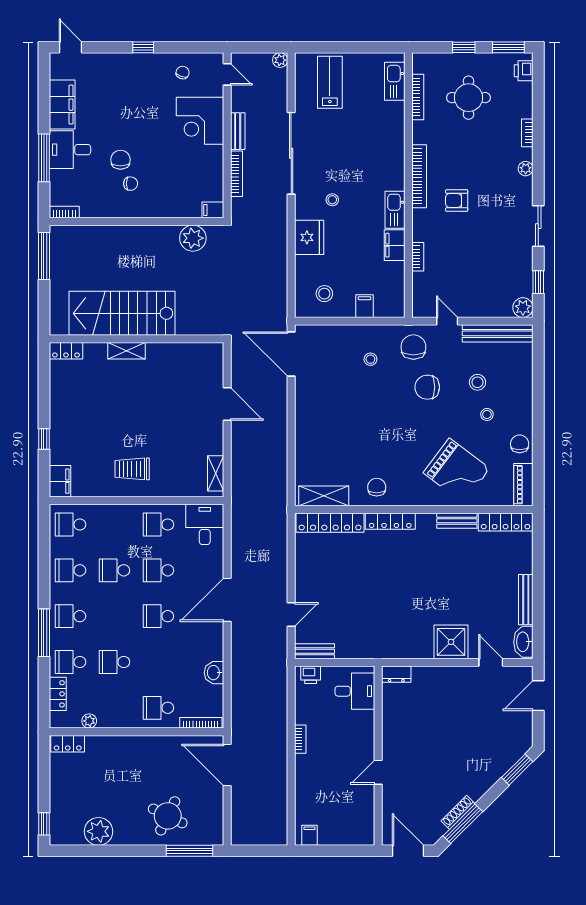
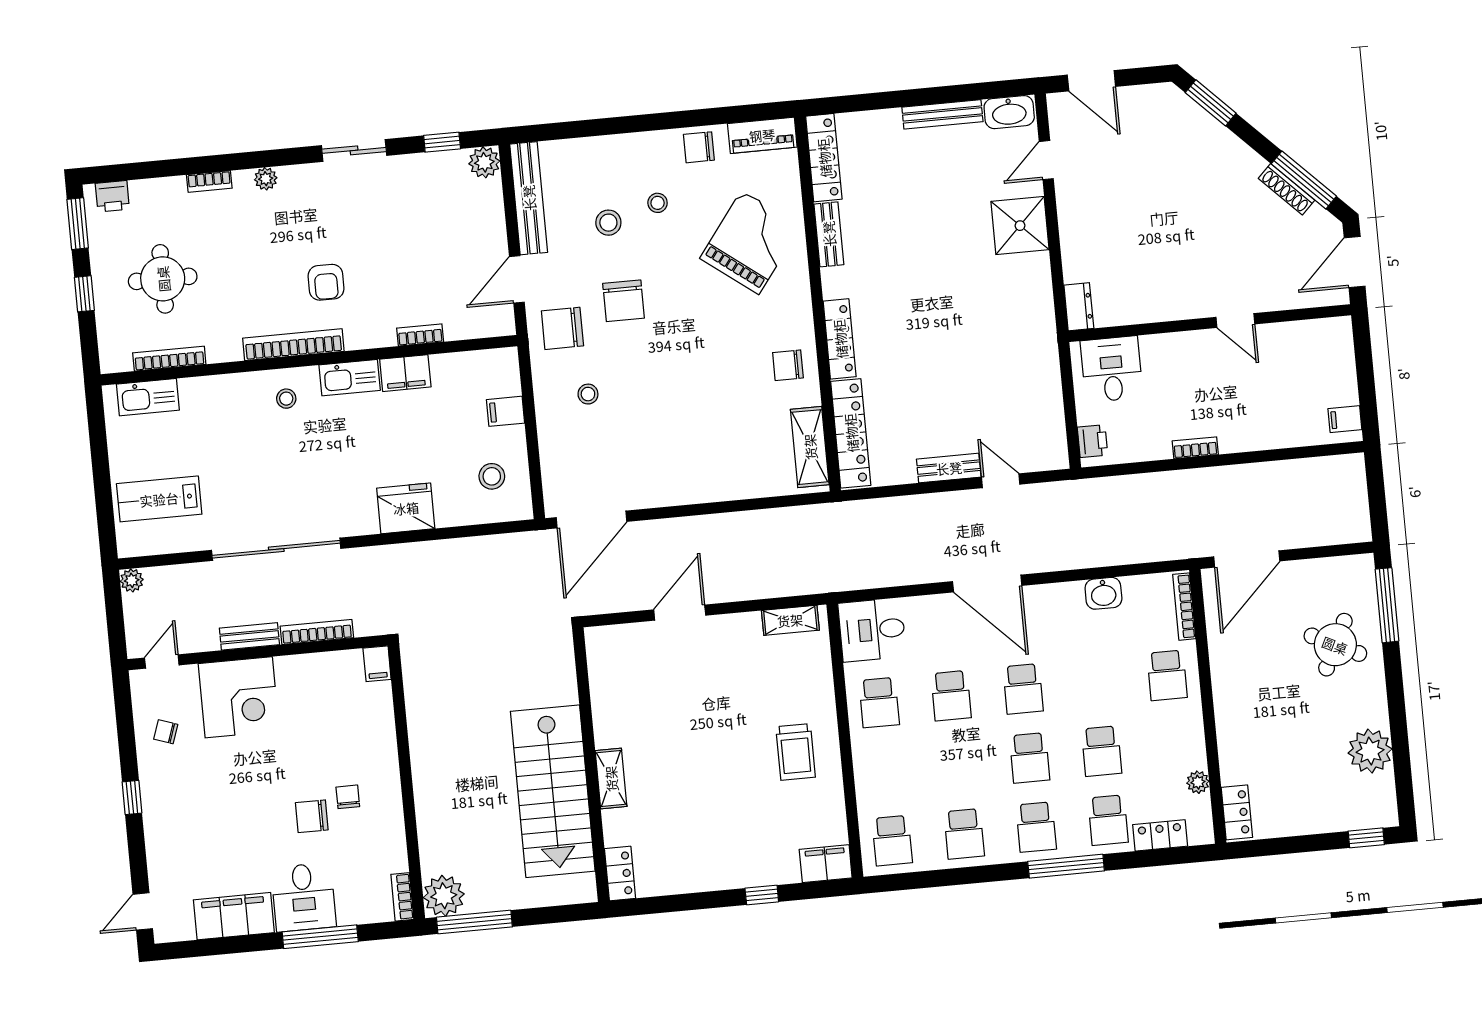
stool: (332, 200) -> (286, 399), moved
plant: (193, 238) -> (444, 896), moved
door: (447, 321) -> (517, 279), width x1.38
school desk: (114, 570) -> (1030, 758), moved
bench: (315, 651) -> (949, 468), moved, turned 90

